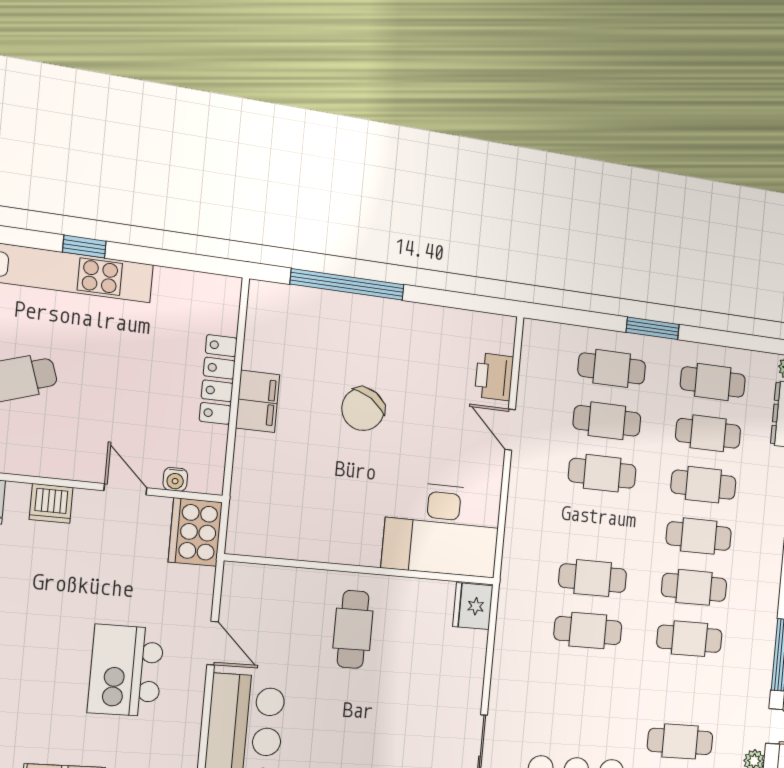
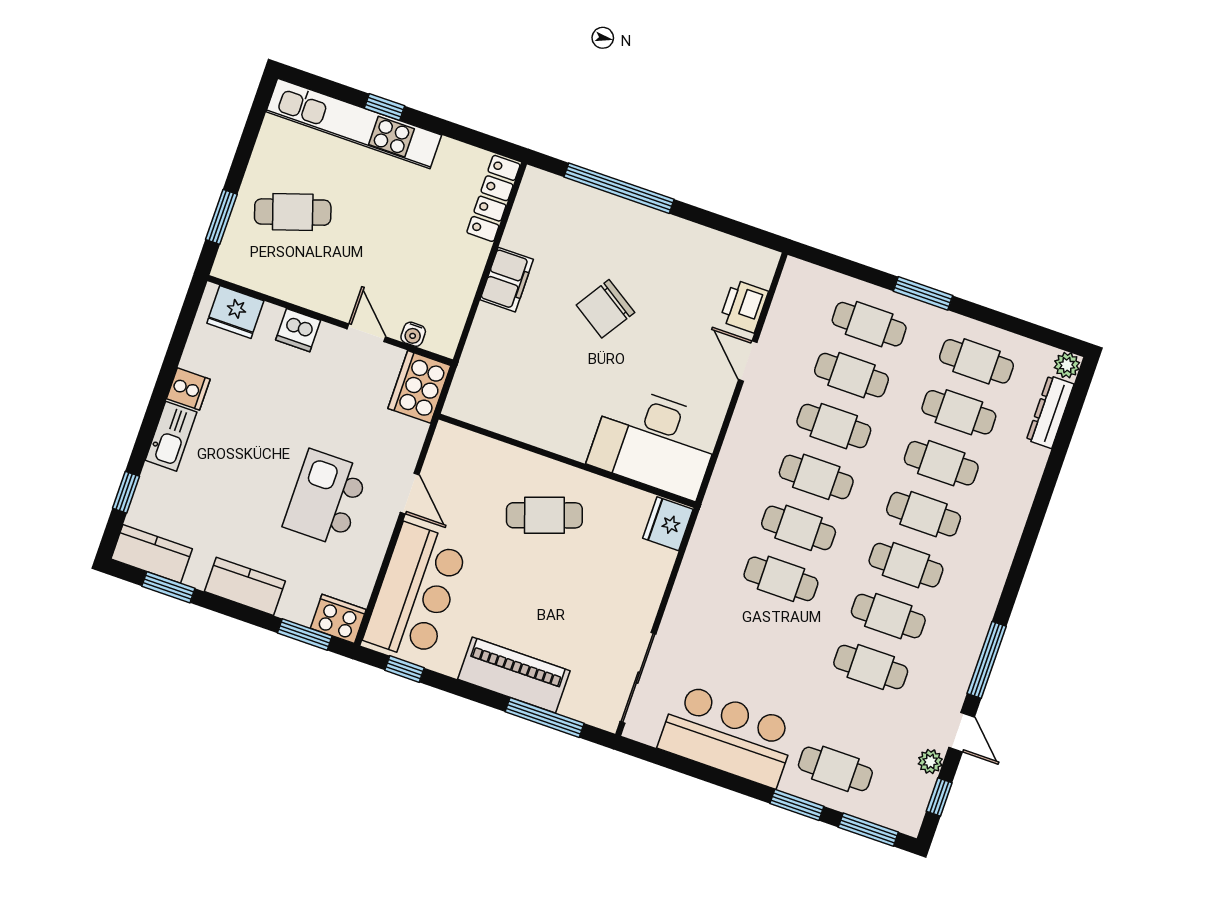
locker: (218, 380) -> (493, 198), moved
cafe table: (597, 526) -> (816, 477), added
cafe table: (353, 629) -> (544, 515), turned 71
cafe table: (680, 741) -> (871, 667), moved

